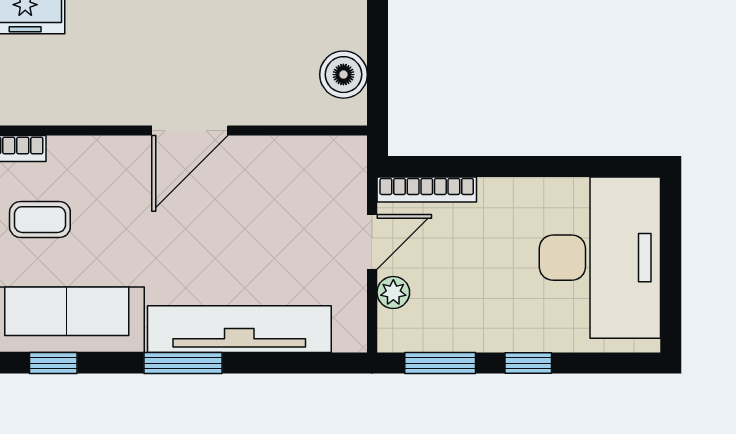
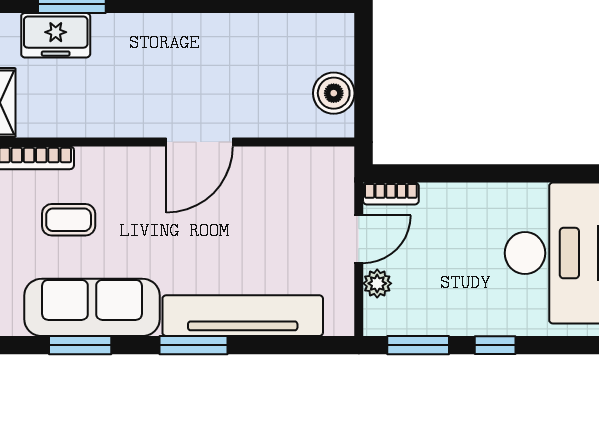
bookcase: (427, 189) -> (391, 194), width x0.64
window: (53, 363) -> (80, 345), width x1.50

